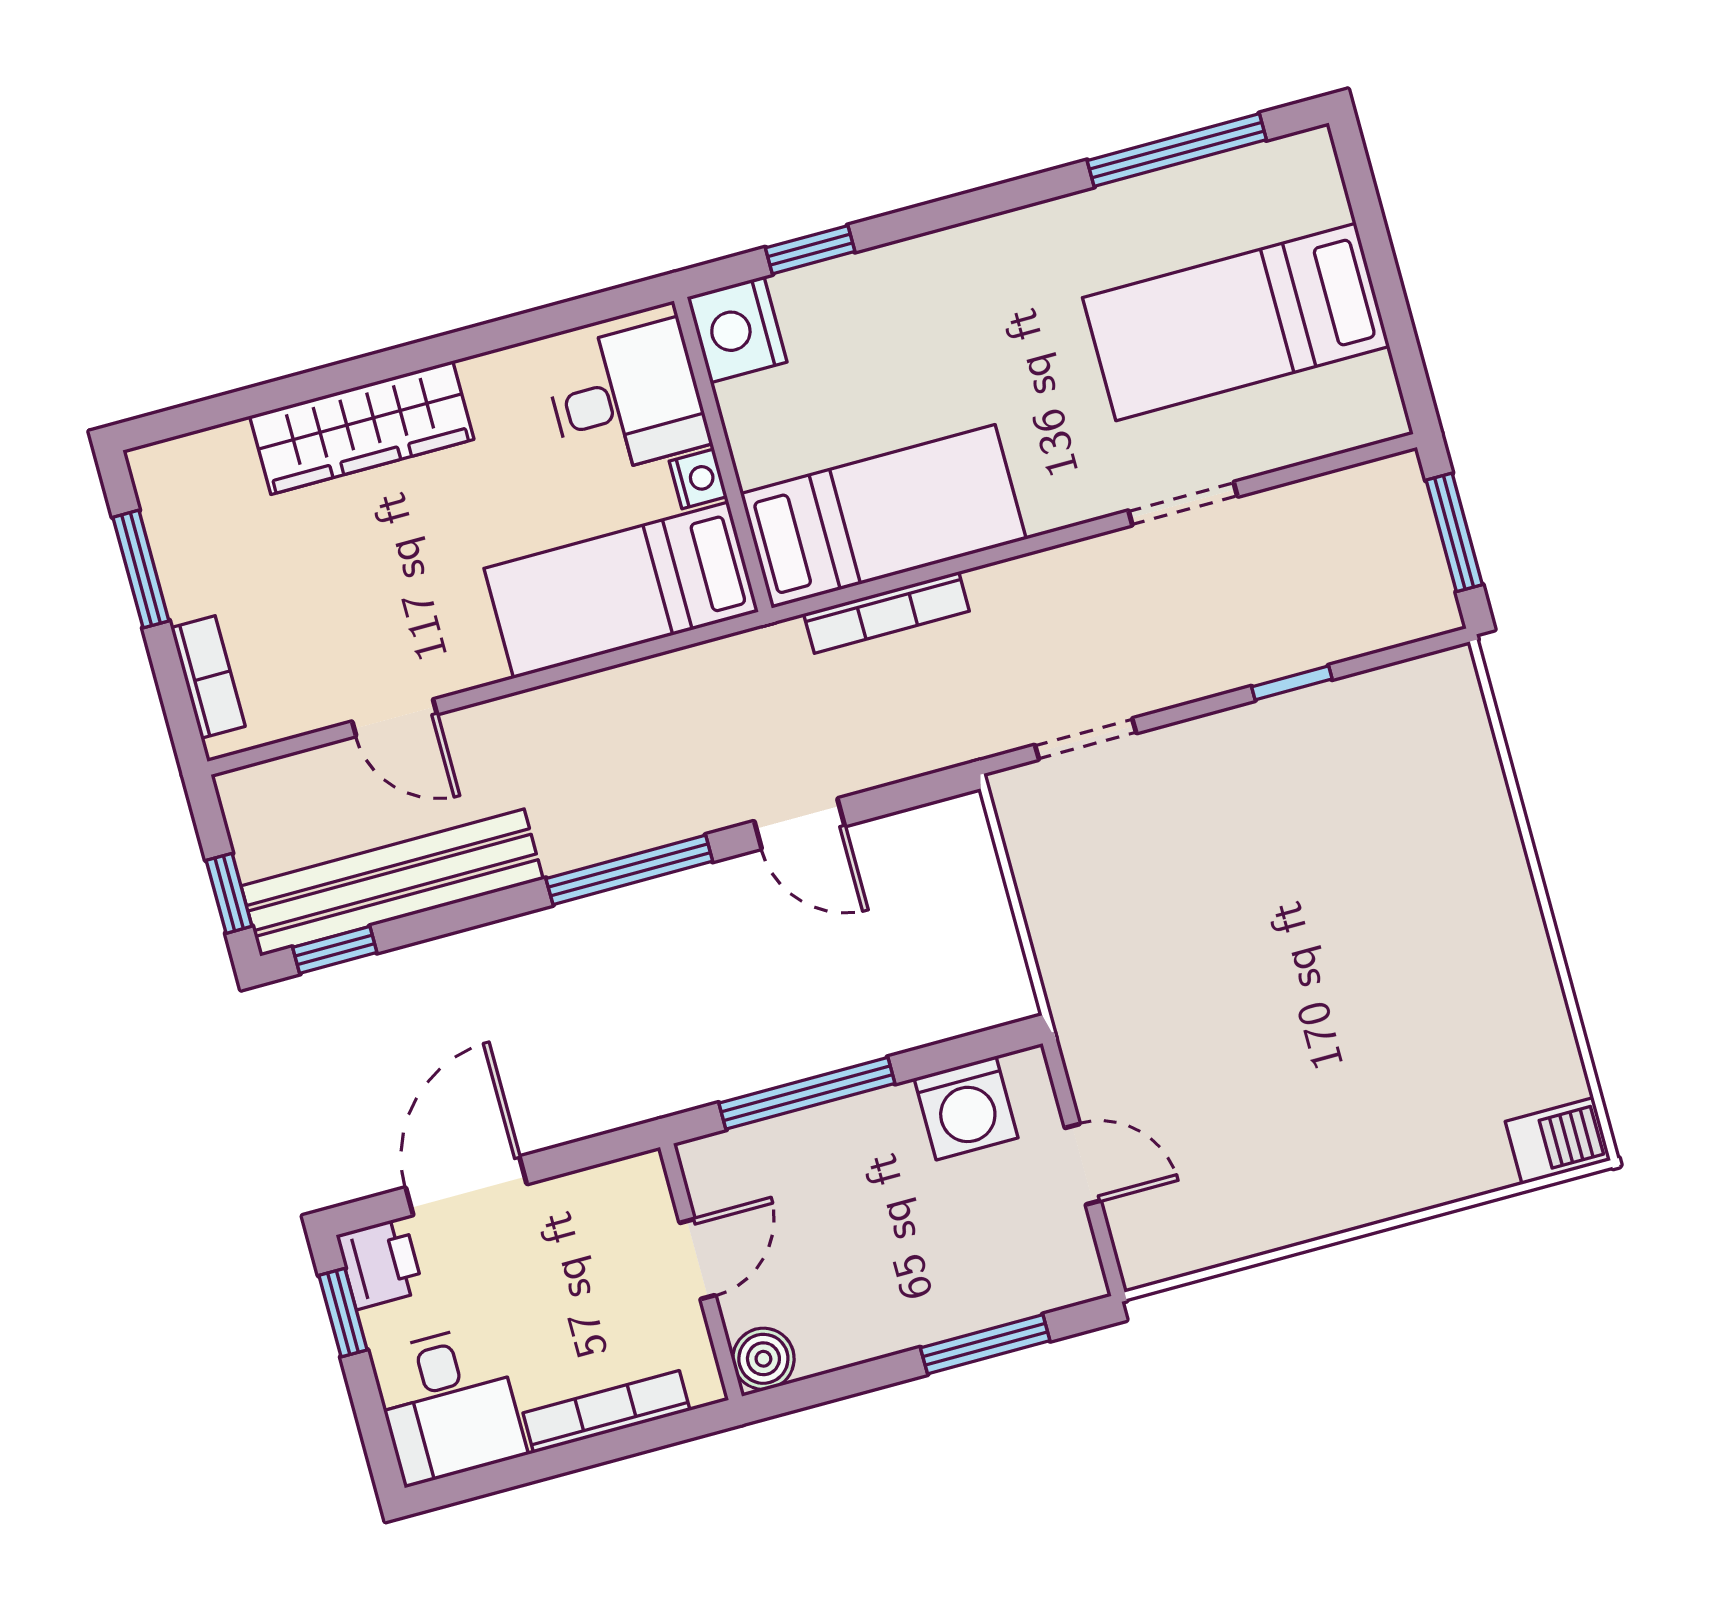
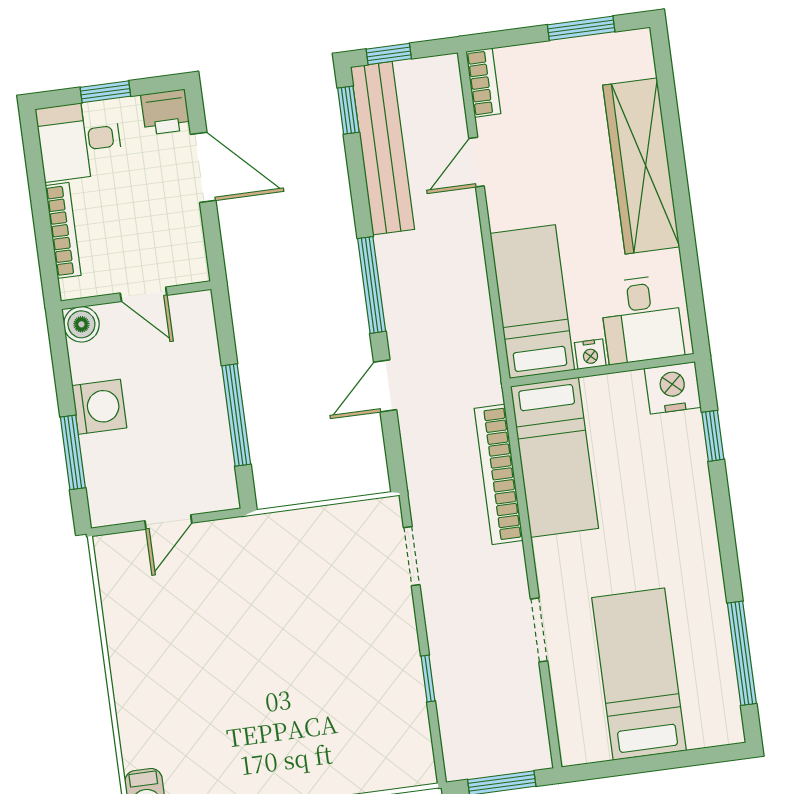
wardrobe: (362, 428) -> (641, 166), width x1.40, depth x1.17
bookcase: (886, 612) -> (499, 474), width x1.48, depth x1.31
bookcase: (208, 677) -> (483, 83), moved, turned -90
window: (807, 1093) -> (236, 415), moved
washing machine: (966, 1108) -> (99, 407), moved, turned 180
window: (343, 1313) -> (105, 92), moved

